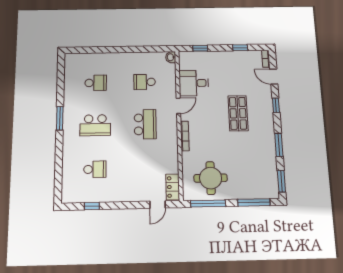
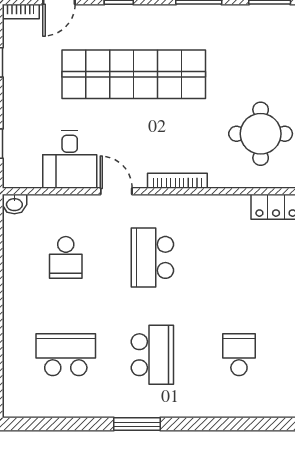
school desk: (96, 83) -> (66, 355), width x1.85
shop shelf: (238, 113) -> (134, 74), width x2.00, depth x1.36
school desk: (145, 124) -> (152, 257), turned -90

